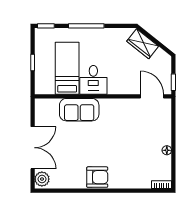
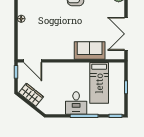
wardrobe: (143, 44) -> (31, 95), moved
desk: (93, 80) -> (76, 103), moved, turned 180
double door: (33, 148) -> (126, 34), moved

